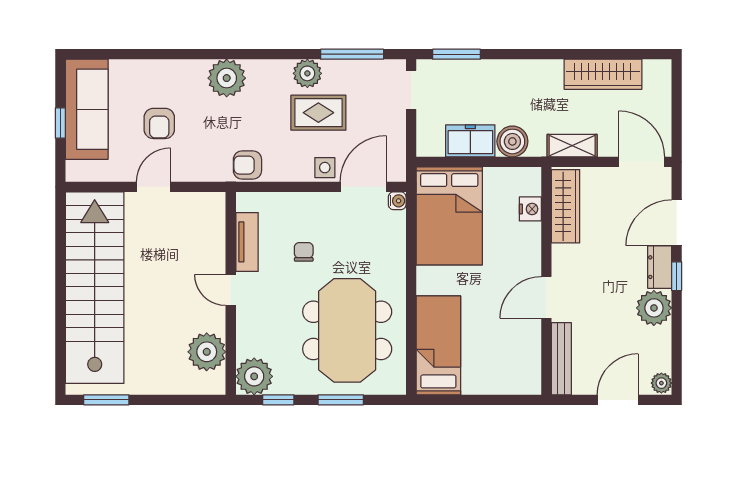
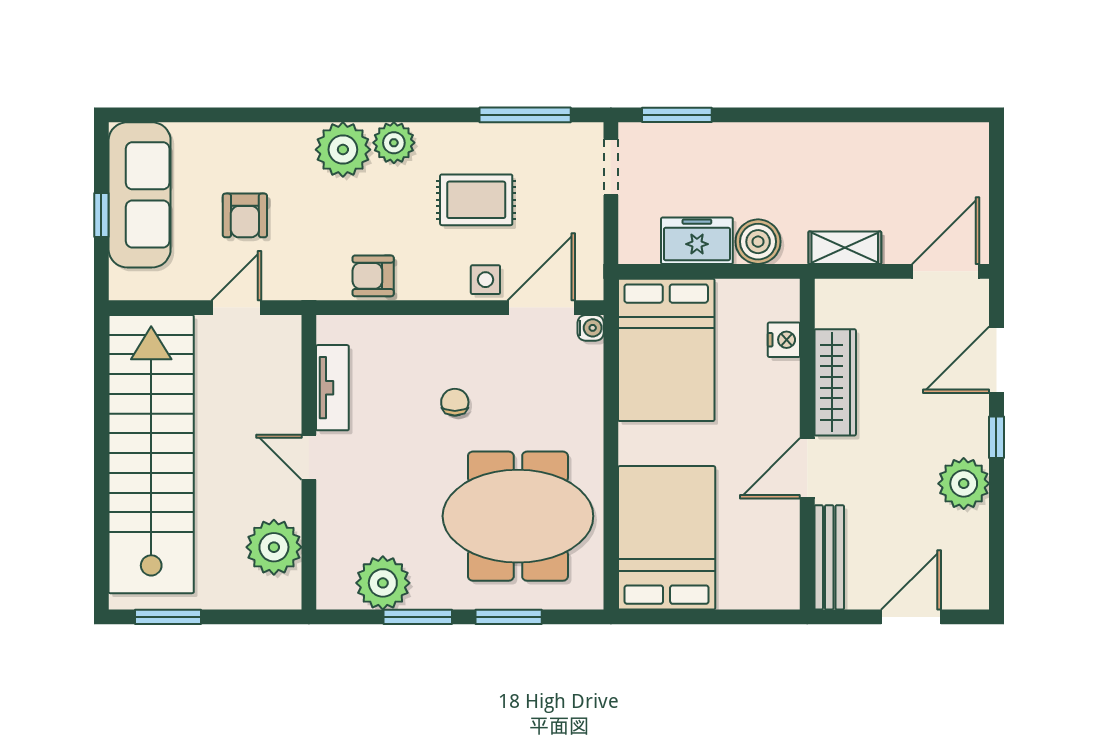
plant: (307, 73) -> (394, 143), moved
wardrobe: (603, 74) -> (890, 144), removed
door: (642, 162) -> (946, 271), hinge flipped
wardrobe: (565, 206) -> (835, 382), moved
tv unit: (247, 242) -> (332, 388), moved
dresser: (660, 267) -> (972, 424), removed
door: (231, 290) -> (309, 457), moved
wall: (231, 293) -> (309, 462), moved
meeting table: (347, 330) -> (518, 516), turned 90
bed: (438, 345) -> (667, 538), width x1.50
plant: (207, 352) -> (274, 547), moved
plant: (661, 383) -> (974, 593), removed
window: (278, 400) -> (418, 617), width x1.50

